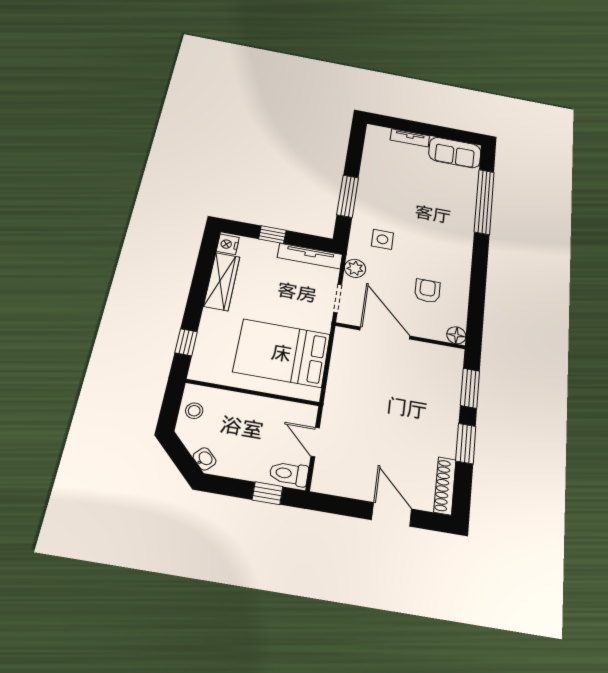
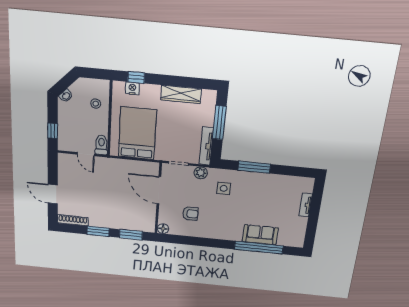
sofa: (455, 153) -> (260, 235), moved, turned 90
window: (272, 235) -> (219, 123), width x2.17
nightstand: (228, 244) -> (132, 88), moved
door: (385, 333) -> (159, 190), swing flipped
stool: (194, 411) -> (96, 104), moved
door: (315, 442) -> (86, 154), swing flipped
toilet: (289, 474) -> (101, 145), moved
door: (392, 514) -> (53, 194), swing flipped

